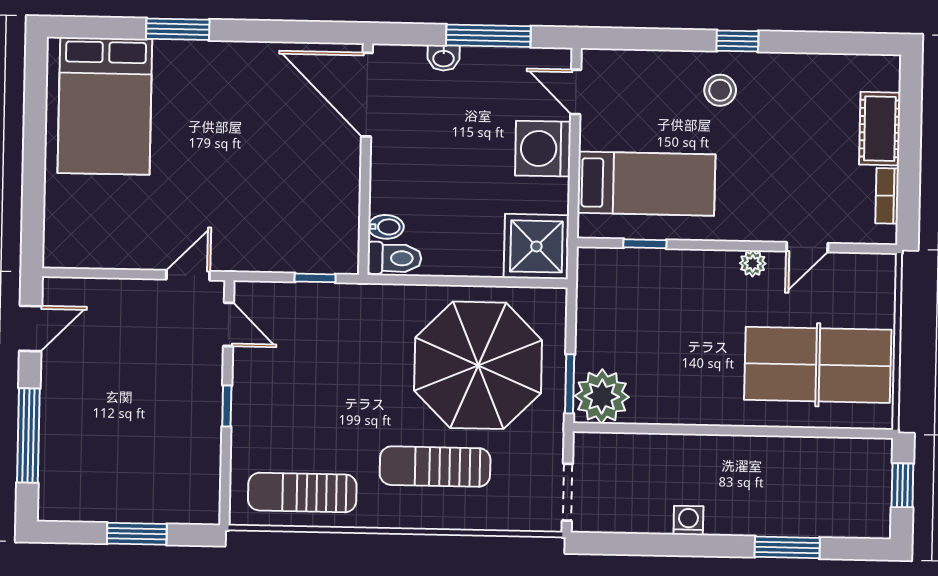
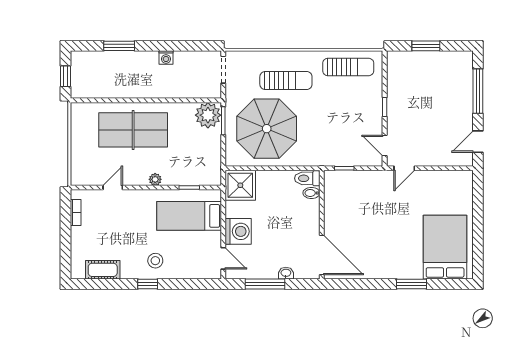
cot: (880, 129) -> (103, 270), moved, turned 90
plant: (753, 263) -> (155, 179), moved
table tennis table: (818, 365) -> (133, 130), moved

